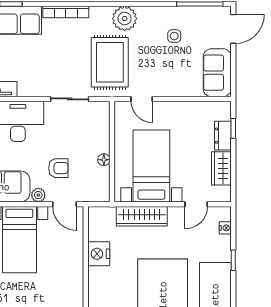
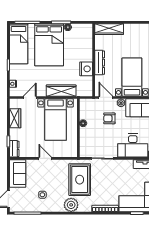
door: (142, 99) -> (45, 158), moved
dresser: (223, 136) -> (14, 149), moved
dresser: (75, 265) -> (100, 63), added

